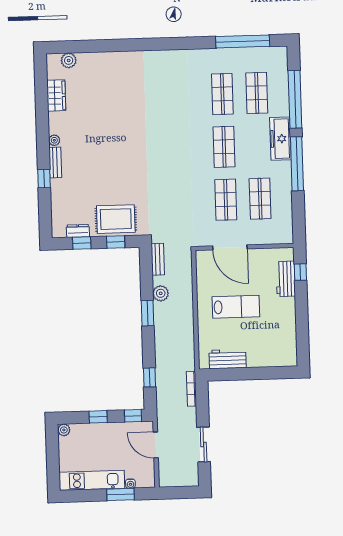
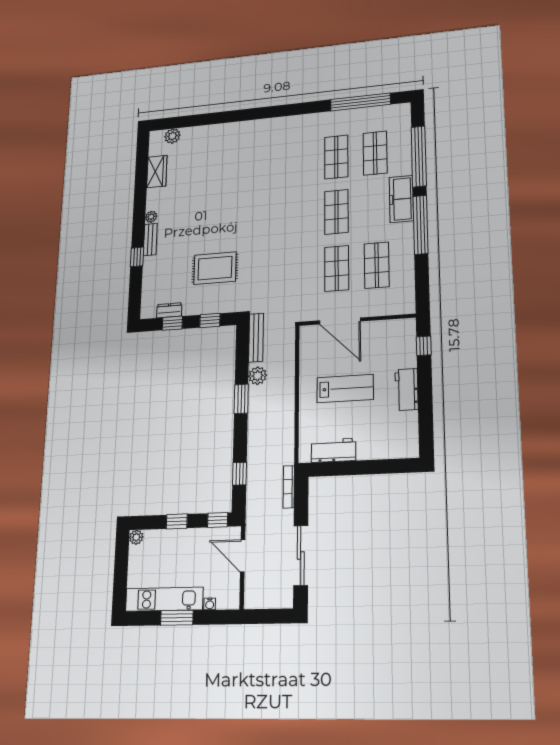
rug: (116, 219) -> (215, 268), moved
bench: (158, 259) -> (256, 338), width x1.36
workbench: (286, 279) -> (407, 390), moved
sliding door: (204, 445) -> (301, 556), width x1.37
window: (121, 494) -> (177, 618), moved

